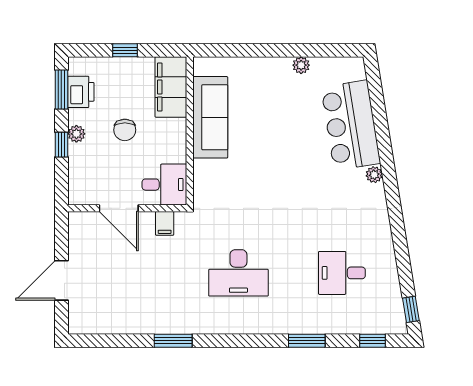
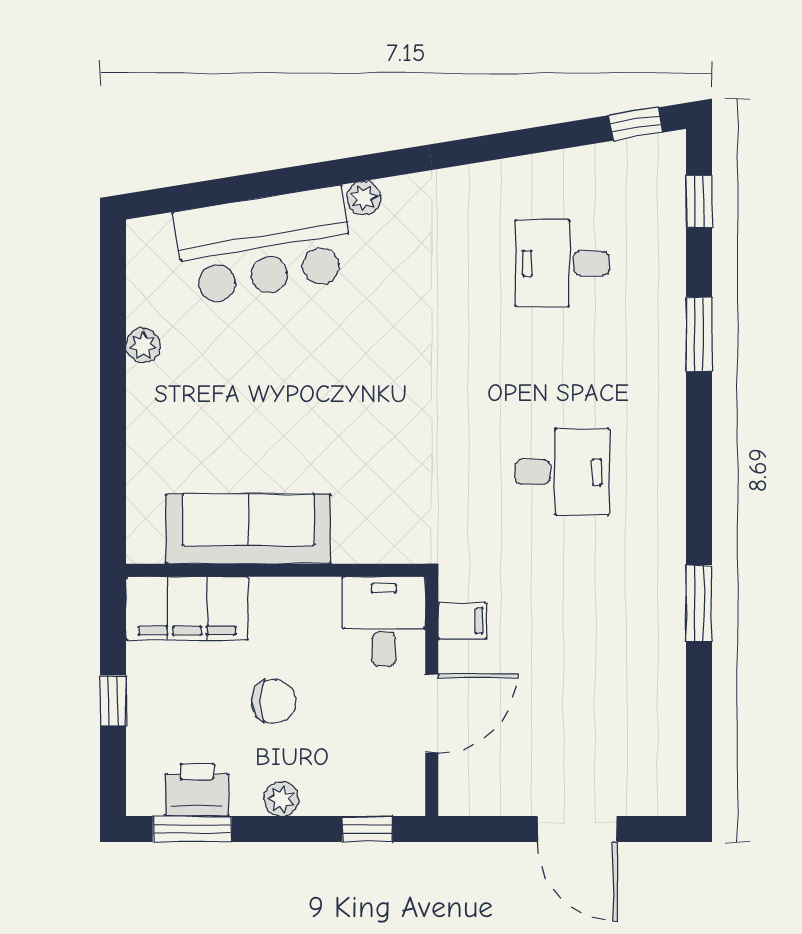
window: (61, 145) -> (367, 829), moved
desk: (238, 273) -> (562, 472), width x0.73
desk: (342, 273) -> (562, 263), turned 90

